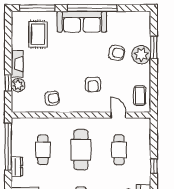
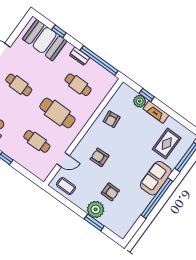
sofa: (82, 22) -> (156, 178), width x0.73
rug: (38, 34) -> (167, 144), turned 90
armchair: (117, 53) -> (110, 192), turned -101

